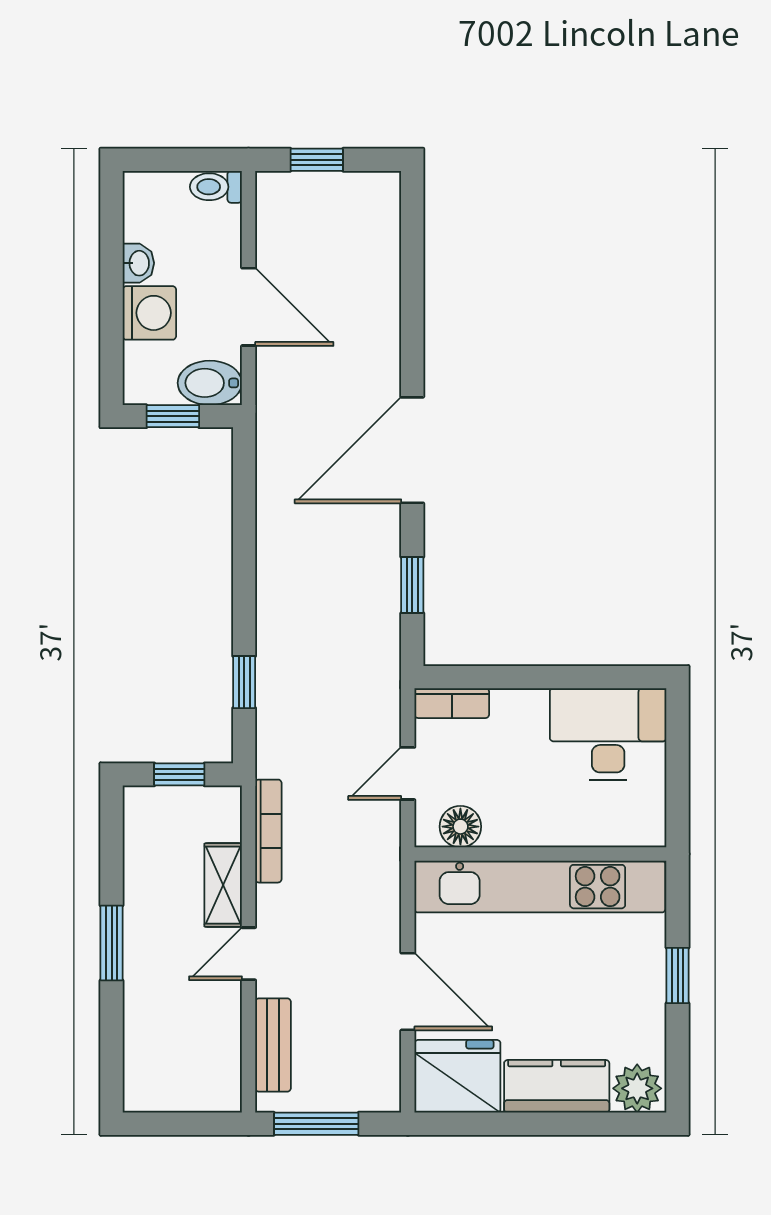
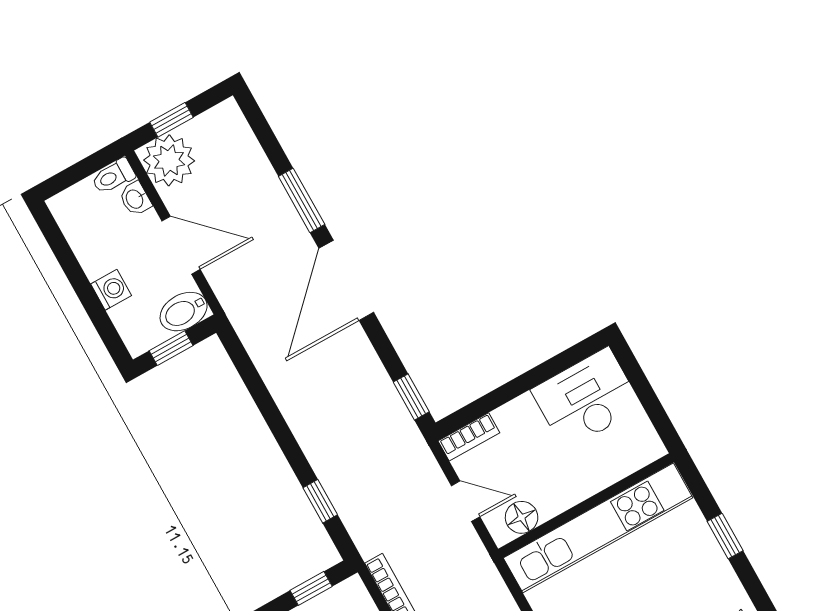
plant: (288, 204) -> (169, 160), added
washbasin: (138, 263) -> (135, 199), moved, turned 180
washing machine: (149, 313) -> (111, 290), width x0.73, depth x0.73
window: (412, 332) -> (302, 200), added
window: (412, 585) -> (411, 397), moved
door: (408, 773) -> (466, 501), swing flipped

